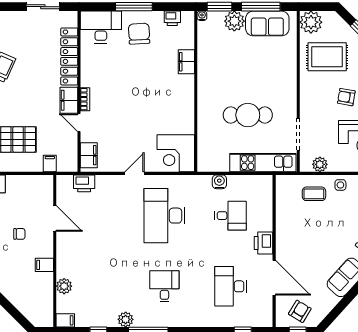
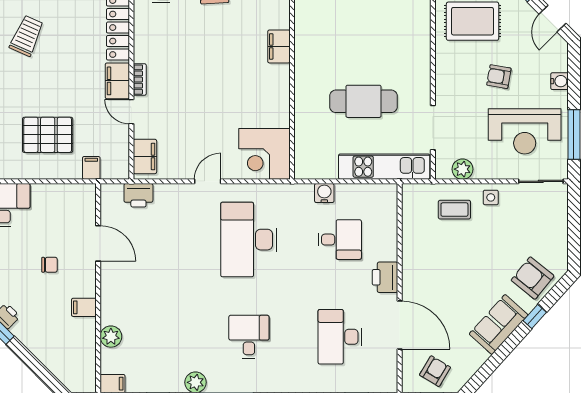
filing cabinet: (186, 62) -> (279, 46), moved

